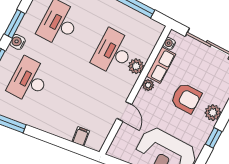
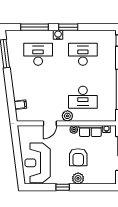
desk: (113, 52) -> (83, 97), turned 180
plant: (136, 66) -> (67, 116), moved

